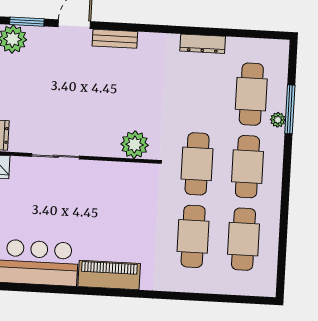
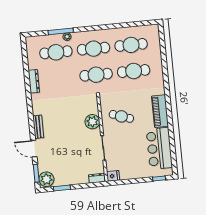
plant: (135, 145) -> (92, 122), moved
cafe table: (110, 200) -> (121, 116), added

